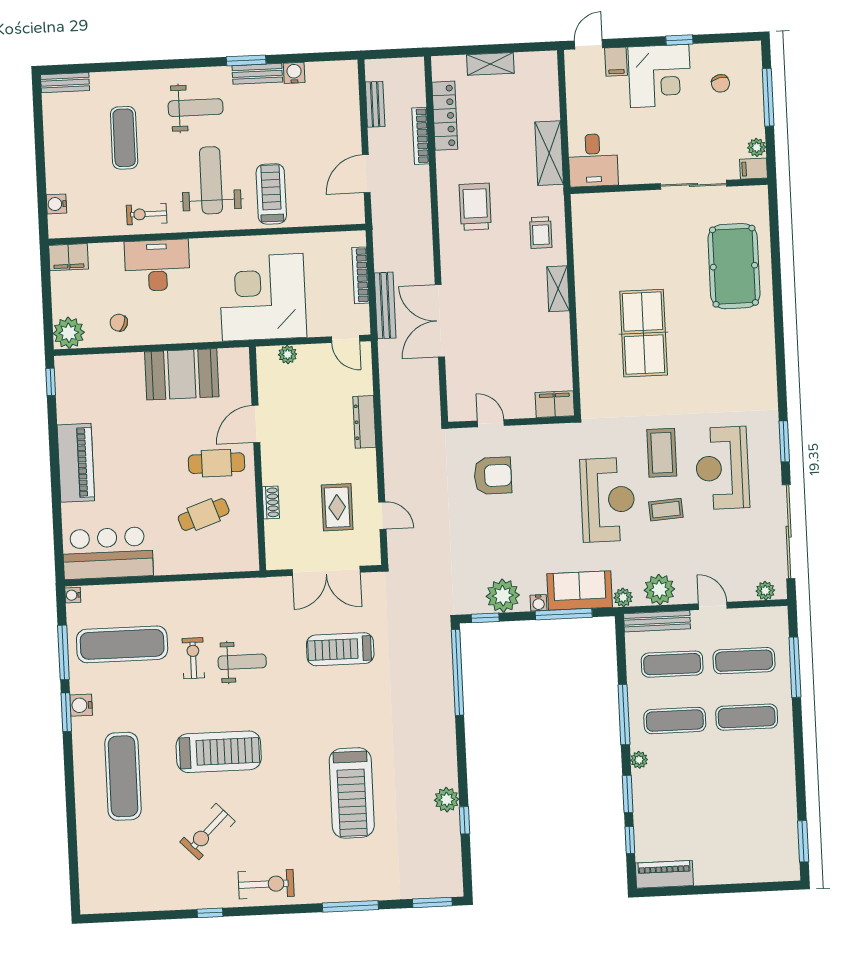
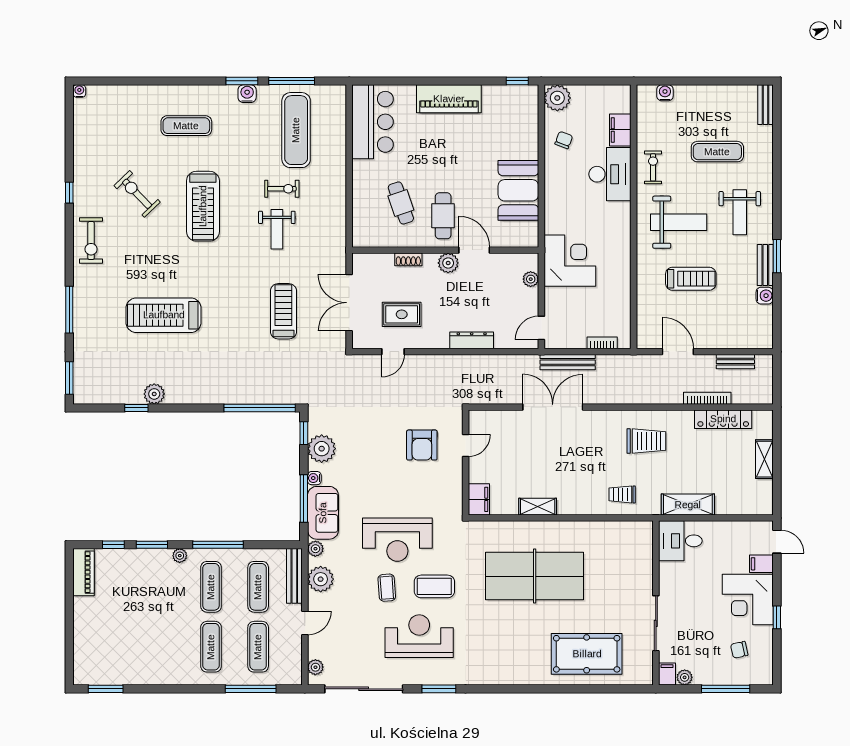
treadmill: (271, 194) -> (691, 279), moved
filing cabinet: (69, 257) -> (620, 130), moved
bookcase: (361, 275) -> (602, 343), width x0.64
shelving: (558, 289) -> (538, 507), moved
corner desk: (263, 297) -> (570, 261), width x0.74, depth x0.74
table tennis table: (644, 333) -> (535, 576), width x1.36, depth x1.32
plant: (273, 454) -> (448, 263), added
water cooler: (73, 595) -> (79, 91), moved
exercise mat: (123, 776) -> (186, 126), width x0.73, depth x0.69

